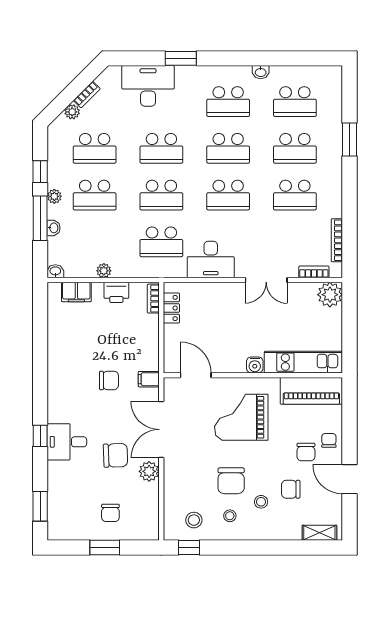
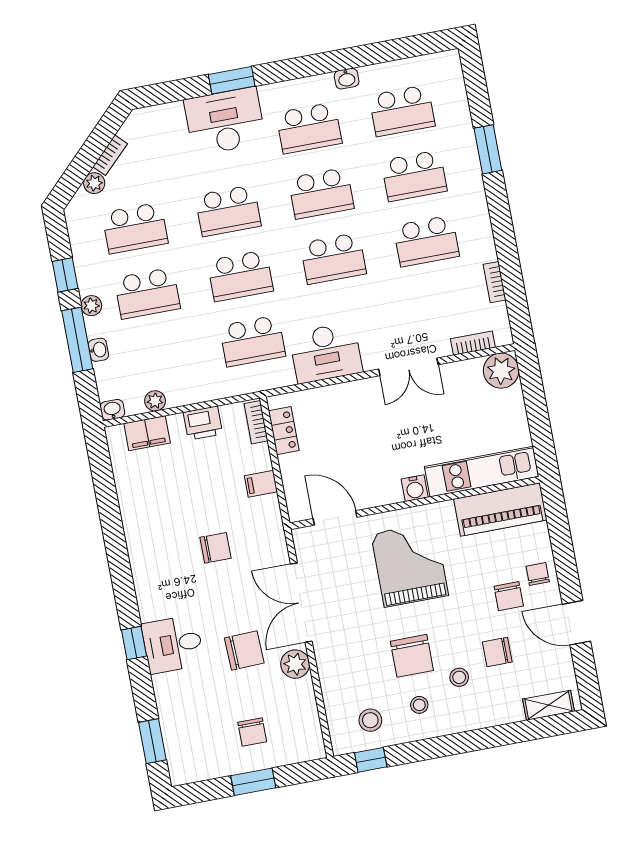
desk: (148, 86) -> (225, 121), moved
bookcase: (337, 240) -> (495, 282), width x0.64
plant: (104, 271) -> (155, 401), moved
filing cabinet: (149, 379) -> (261, 484), moved
grand piano: (241, 417) -> (410, 565), turned 90

